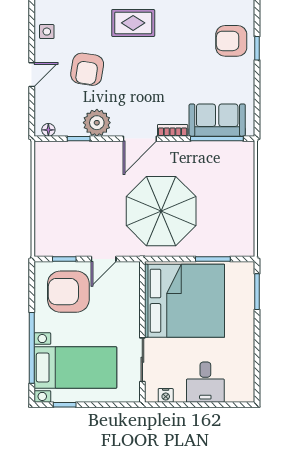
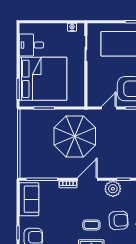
coffee table: (133, 62) -> (91, 225), added
armchair: (87, 69) -> (119, 220), turned 77
sofa: (217, 120) -> (29, 199), moved, turned -90
bed: (185, 301) -> (43, 79), moved, turned 180
desk: (205, 382) -> (31, 45), moved, turned -90

